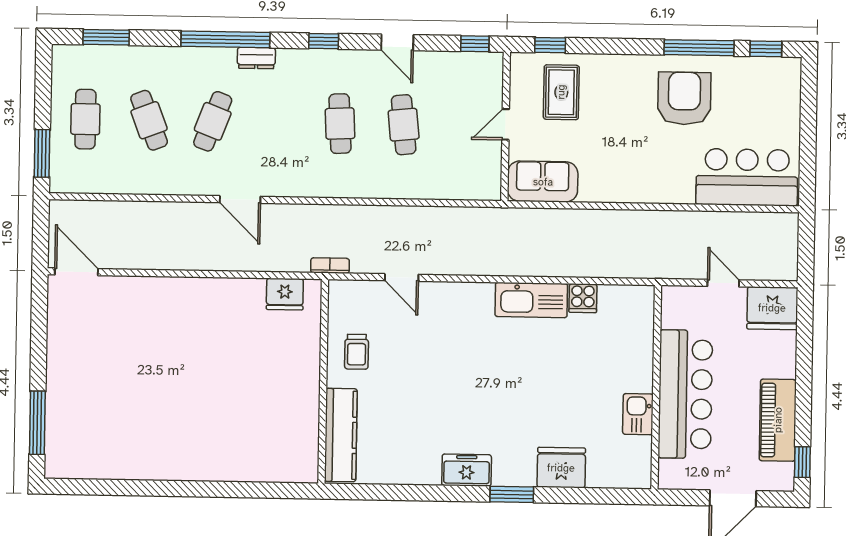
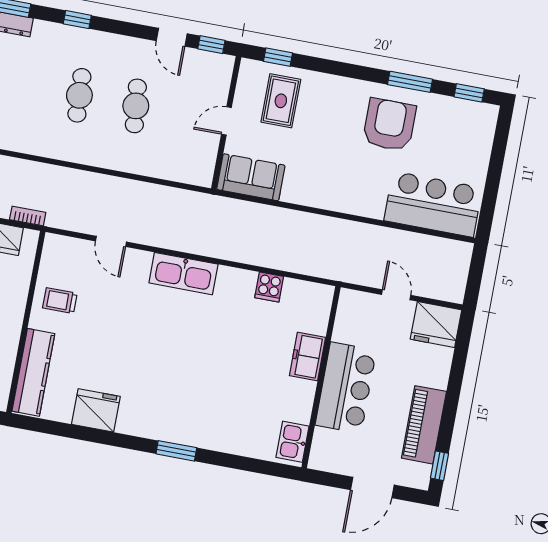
door: (397, 42) -> (172, 37), moved
window: (699, 48) -> (410, 82), width x0.69
bookcase: (330, 266) -> (28, 216), moved
kitchen sink: (531, 300) -> (183, 274), moved
trolley: (357, 352) -> (60, 301), turned 90
bar counter: (685, 394) -> (346, 388), width x0.73
kitchen sink: (638, 414) -> (292, 442), moved
fridge: (561, 468) -> (96, 410), moved
freezer: (467, 470) -> (307, 357), moved, turned -90

